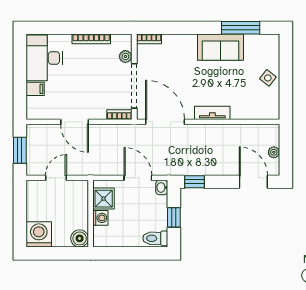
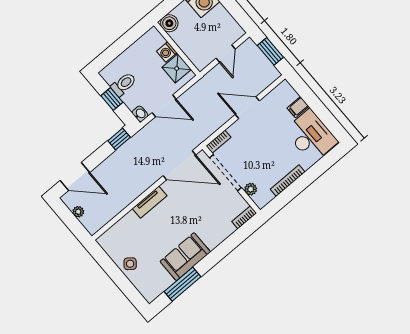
toilet: (155, 238) -> (123, 84), moved

